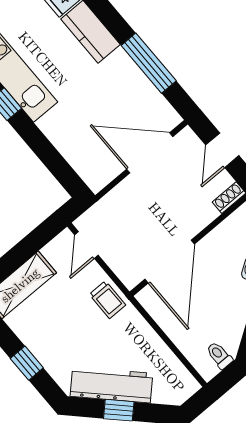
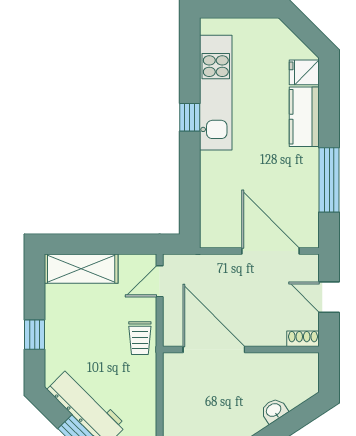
door: (222, 150) -> (329, 297), hinge flipped
door: (170, 262) -> (214, 349), swing flipped

